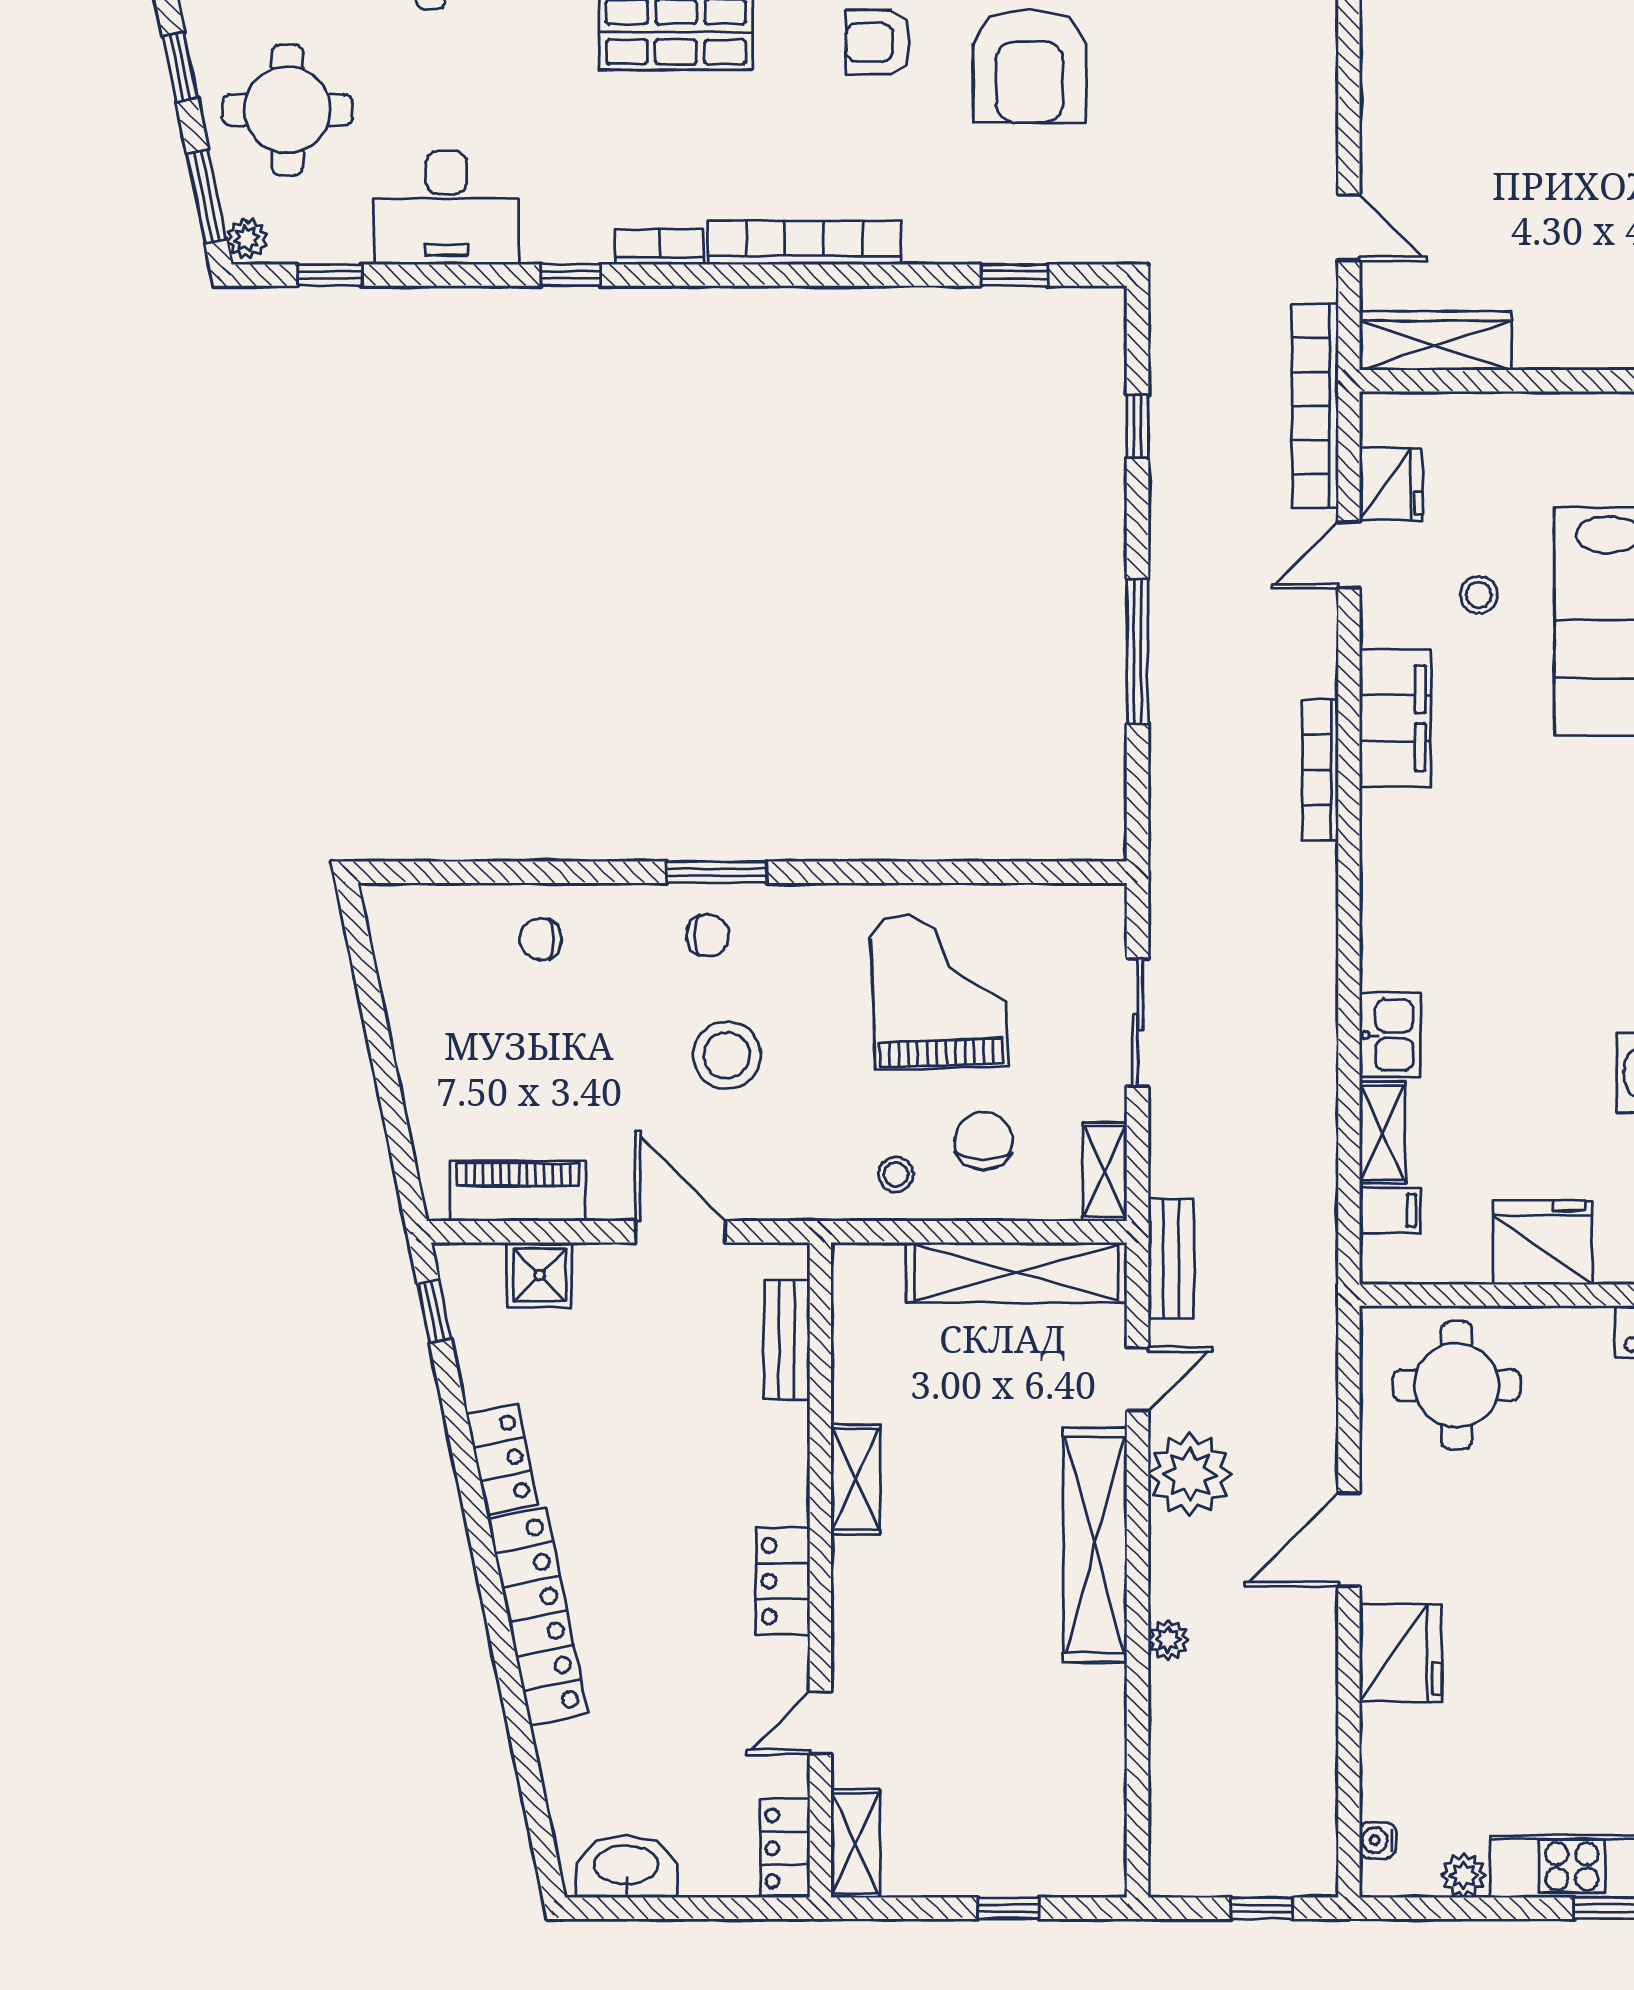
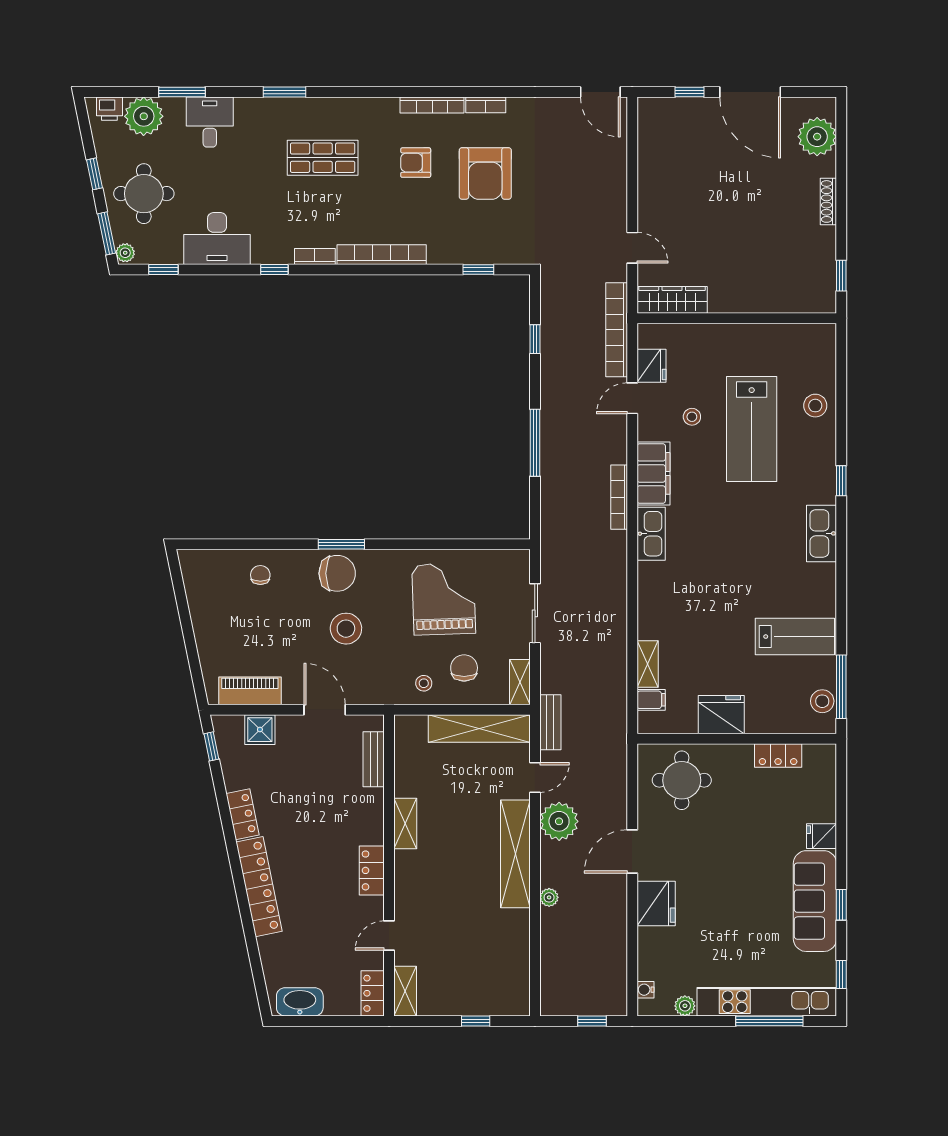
chair: (708, 935) -> (337, 573), width x1.87, depth x1.87
chair: (541, 939) -> (260, 575), turned 90
kitchen sink: (1390, 1035) -> (651, 534), moved, width x1.38

